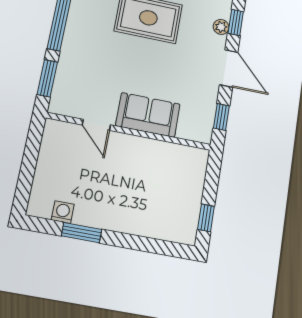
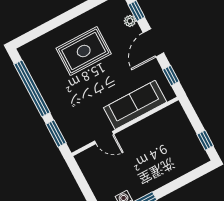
door: (229, 68) -> (153, 43), swing flipped
sofa: (148, 115) -> (135, 105), width x1.36

